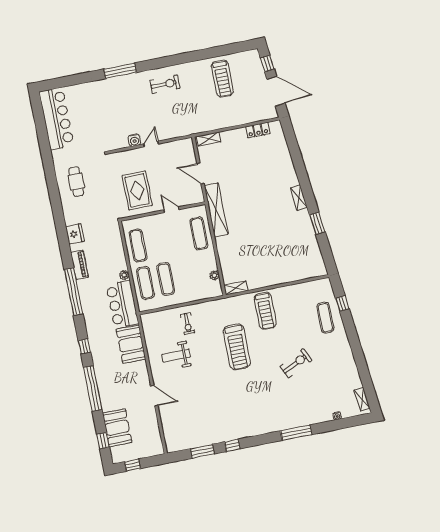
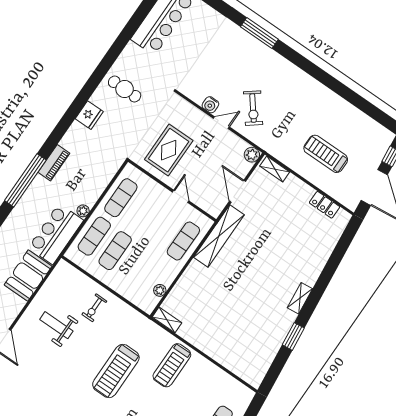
treadmill: (222, 79) -> (326, 154), moved, turned 90
exercise bike: (165, 84) -> (253, 108), moved, turned 52
plant: (187, 144) -> (252, 155), added
cafe table: (76, 182) -> (125, 89), turned 90
fridge: (75, 234) -> (89, 115), moved

